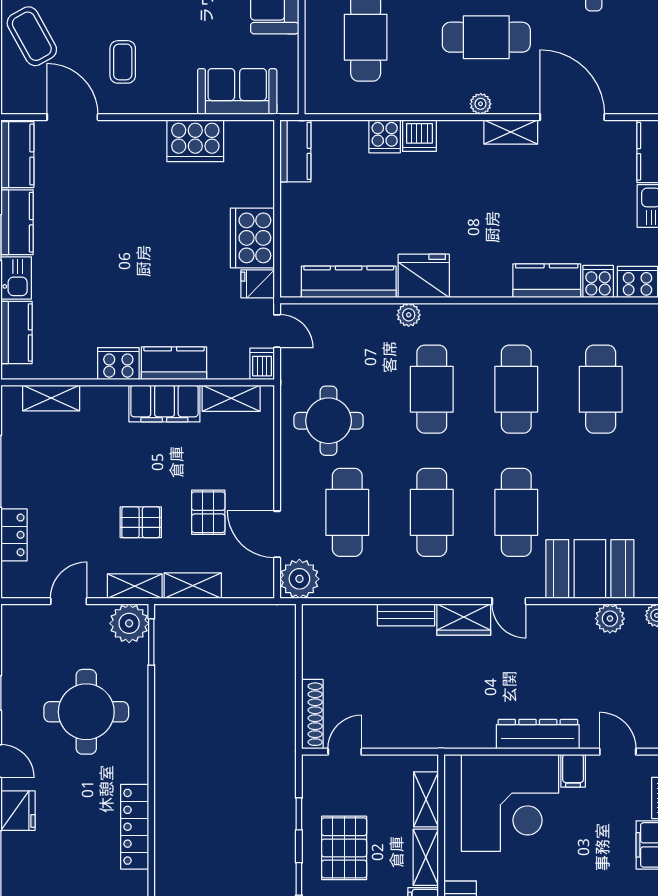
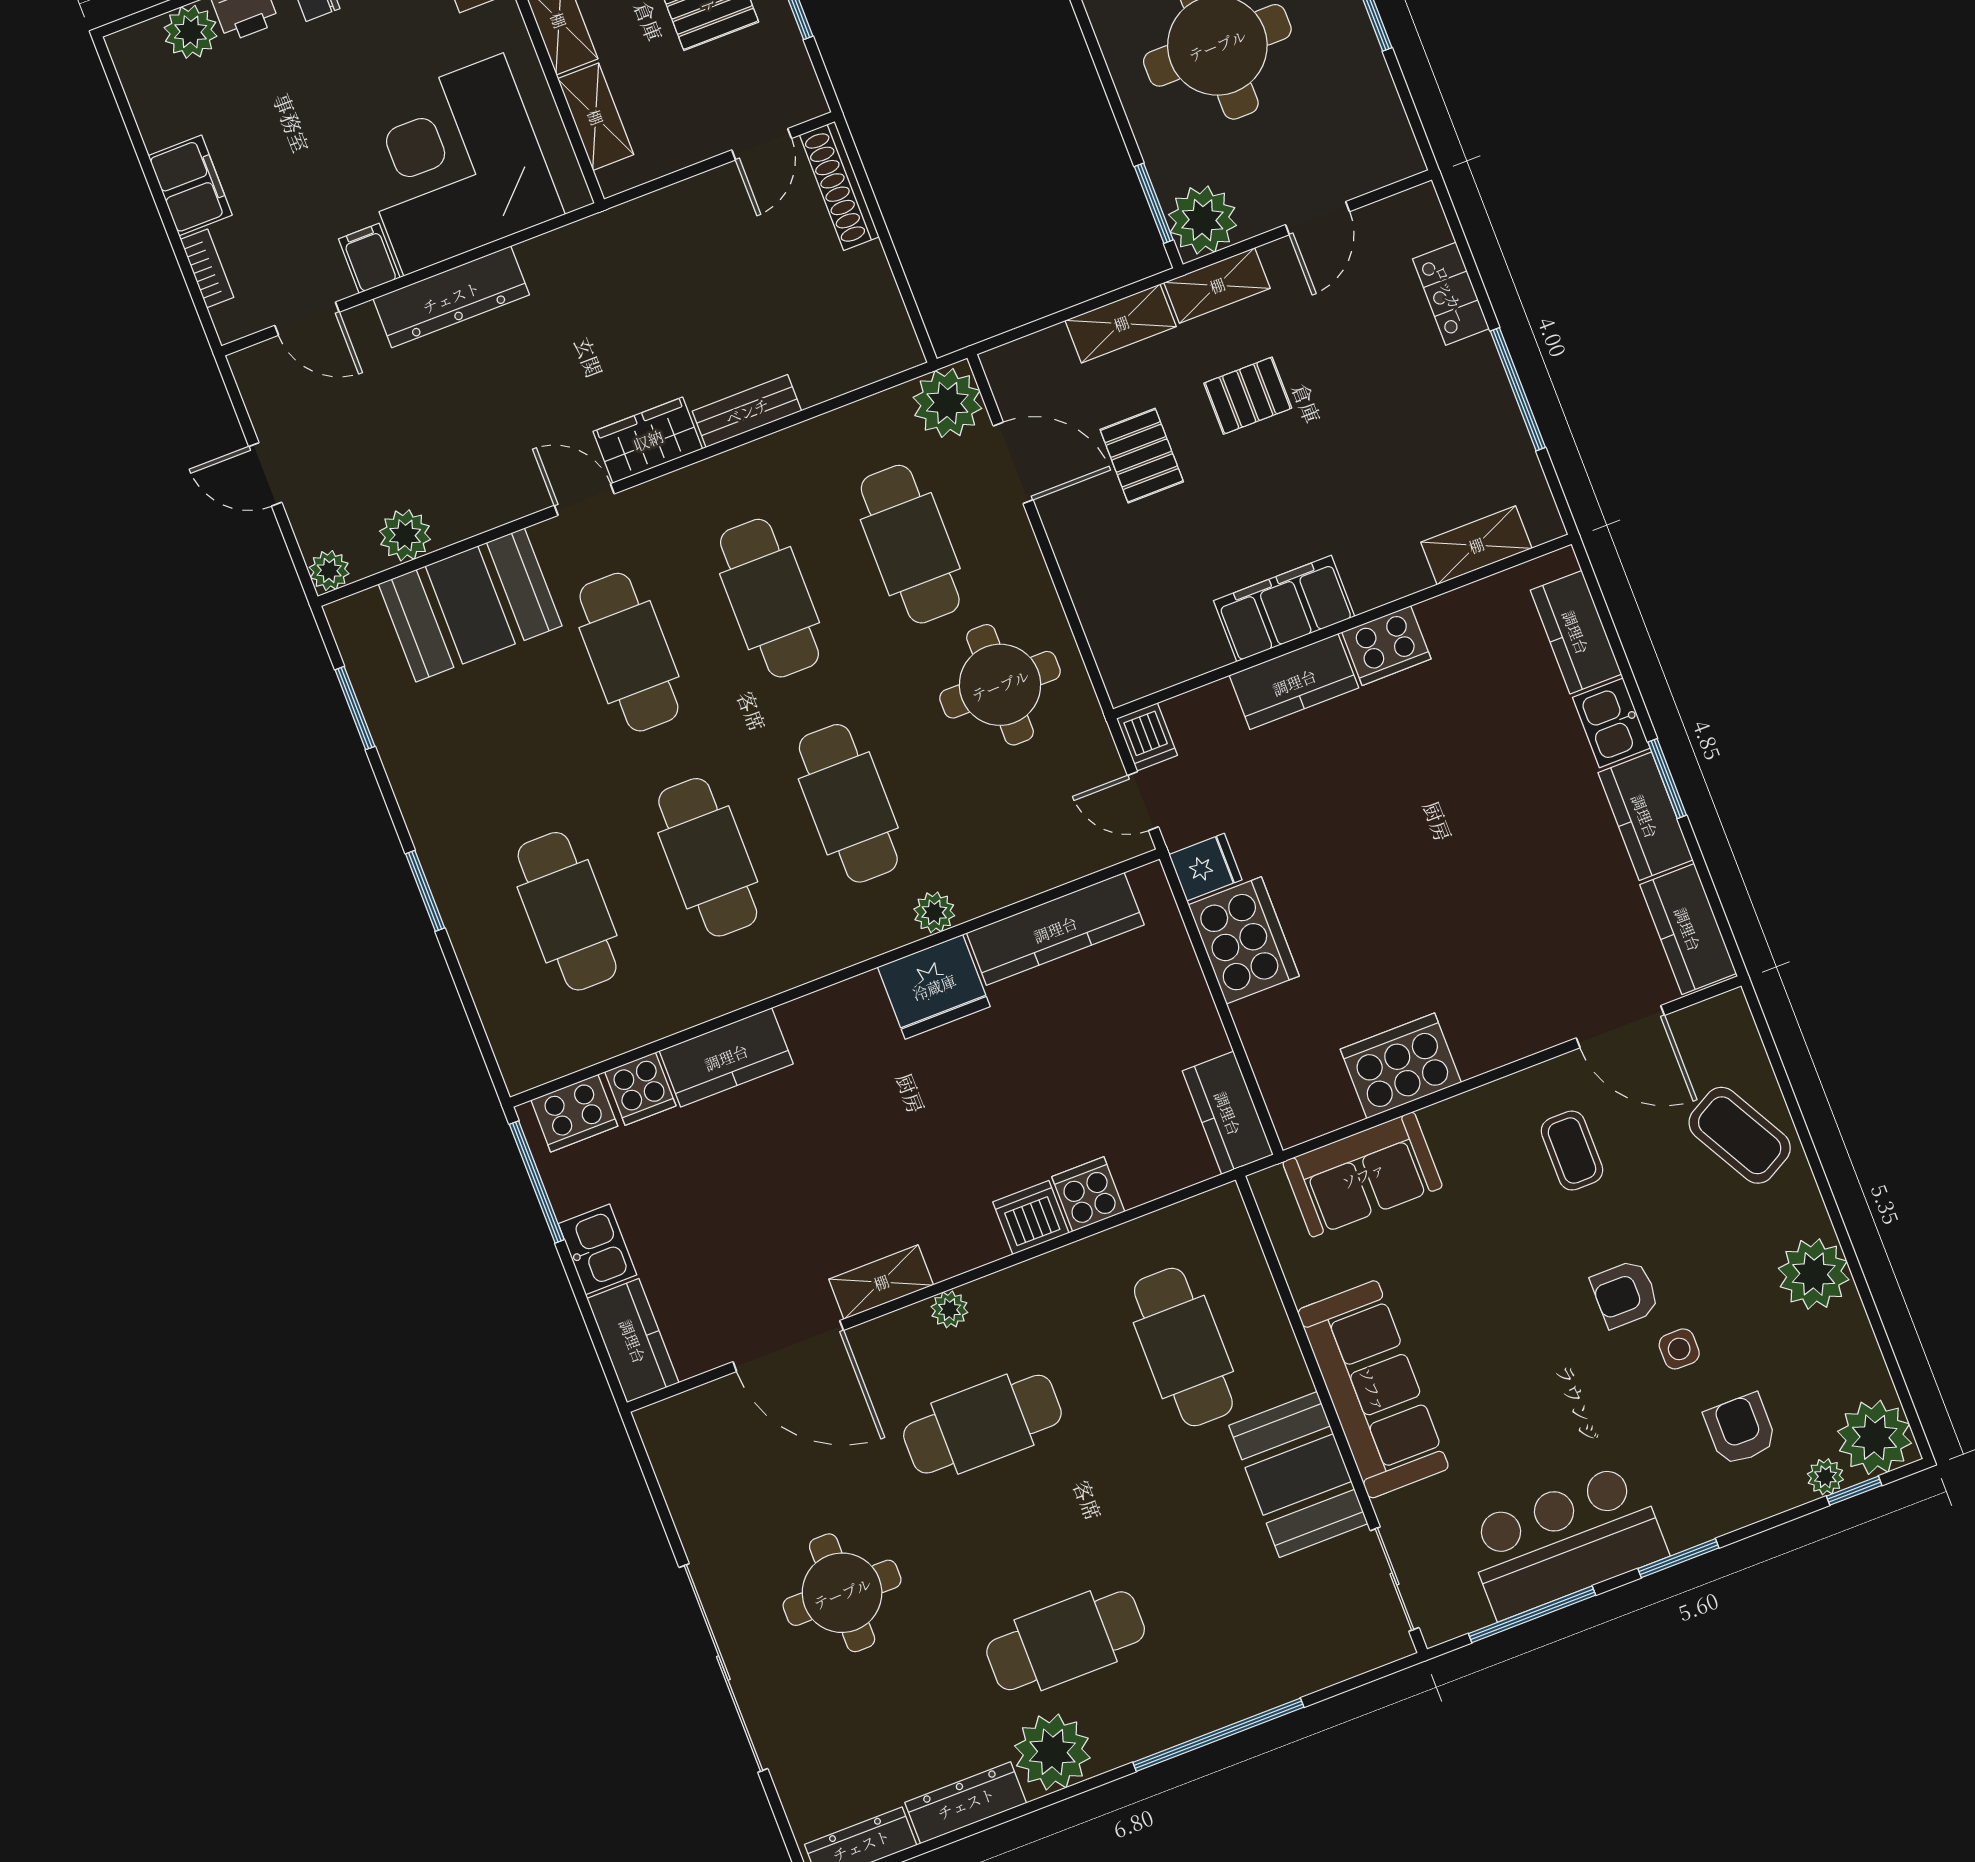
shelving: (231, 398) -> (1176, 660), removed

